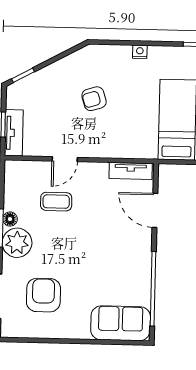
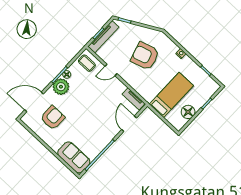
armchair: (94, 99) -> (145, 56), width x1.88, depth x1.88
tv unit: (14, 133) -> (103, 37), width x1.41
coffee table: (56, 202) -> (87, 63), moved

